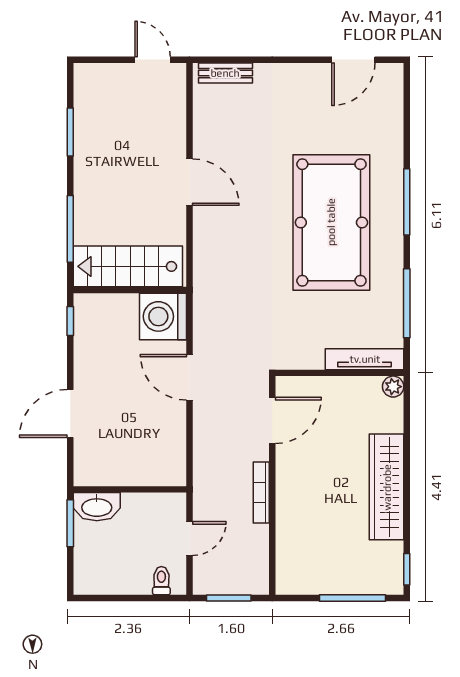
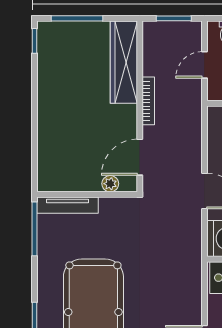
window: (407, 303) -> (34, 229), moved
plant: (393, 387) -> (110, 184), moved
wardrobe: (387, 487) -> (124, 62), moved, turned 180

